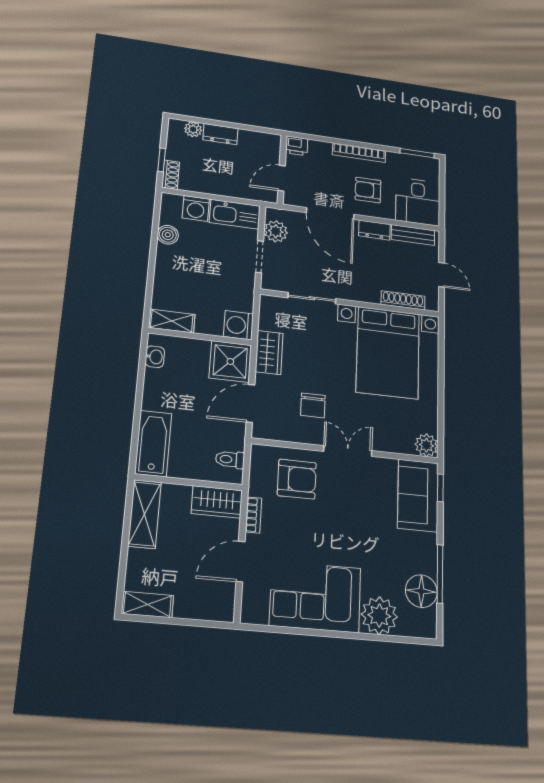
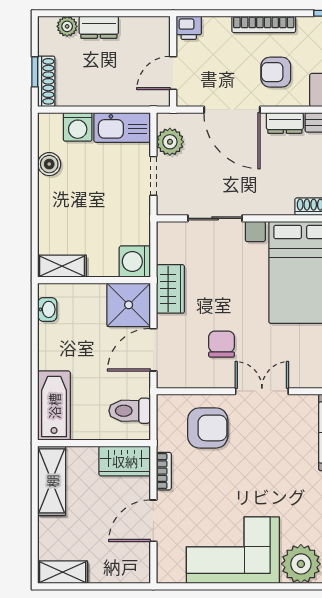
shoe rack: (171, 175) -> (46, 81), width x1.43
chair: (313, 405) -> (222, 344), turned 180
toilet: (230, 459) -> (130, 411), width x1.37, depth x1.39

